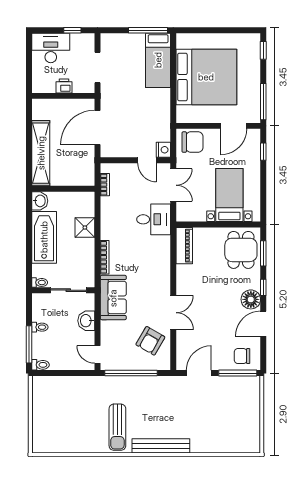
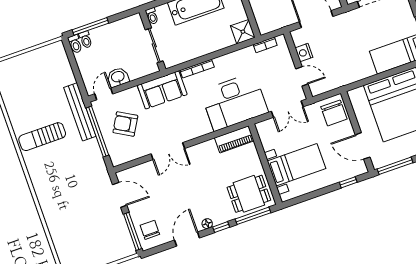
nightstand: (163, 150) -> (304, 53), moved, turned 90
door: (147, 160) -> (302, 76), swing flipped
desk: (154, 219) -> (234, 102), width x1.87, depth x1.30
shower: (85, 227) -> (243, 32), moved
window: (263, 253) -> (253, 216), width x1.44
floor lamp: (251, 299) -> (207, 224), width x0.53, depth x0.53
washbasin: (86, 321) -> (118, 77), moved
door: (263, 324) -> (187, 239), hinge flipped
toilet: (40, 327) -> (86, 40), moved
armchair: (150, 341) -> (125, 124), moved
bench: (161, 446) -> (80, 112), moved

